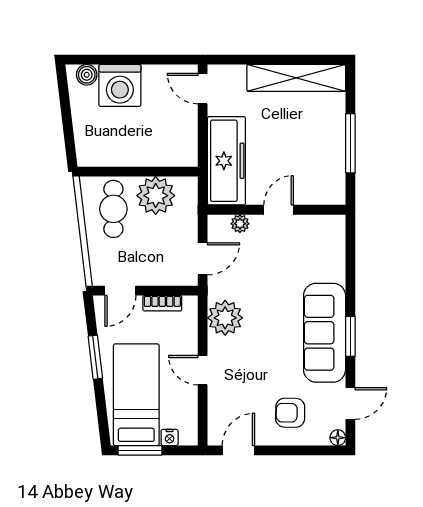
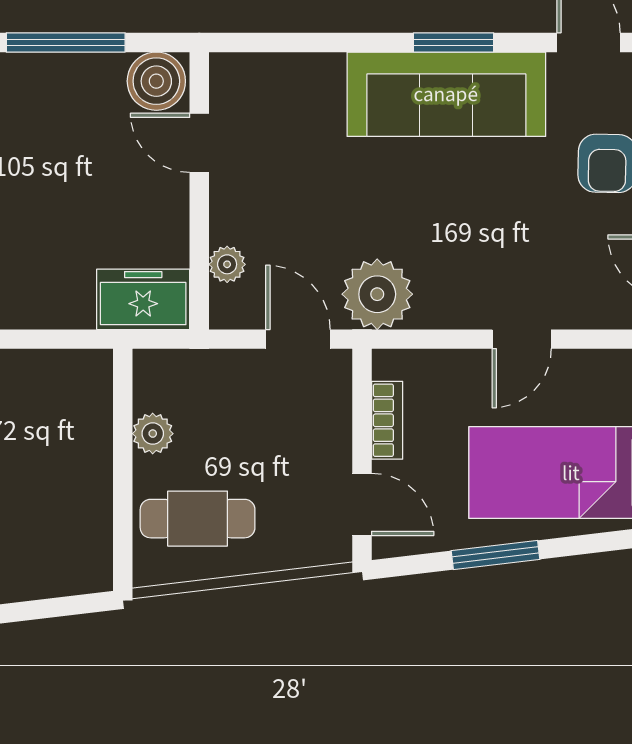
freezer: (226, 161) -> (143, 299), width x0.52, depth x0.79
boiler: (331, 188) -> (156, 81), added
plant: (156, 196) -> (153, 434), width x0.53, depth x0.53
door: (279, 210) -> (199, 143), moved
plant: (225, 318) -> (377, 294), moved

